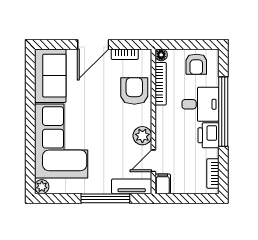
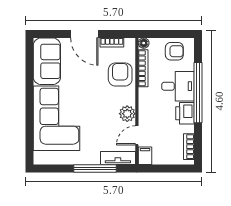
door: (93, 44) -> (84, 34), hinge flipped
armchair: (196, 64) -> (174, 51), turned -90
plant: (42, 187) -> (39, 158), removed

